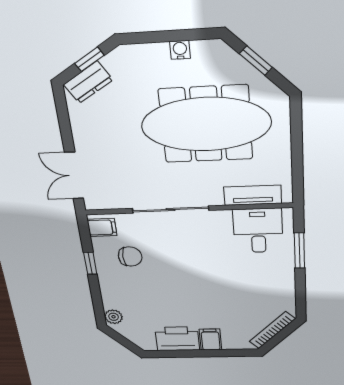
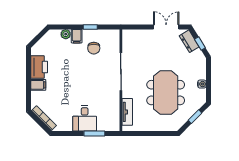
meeting table: (206, 124) -> (166, 93), width x0.73
double door: (74, 176) -> (166, 27), moved
filing cabinet: (102, 227) -> (77, 36), moved
desk: (258, 231) -> (85, 118), moved, turned 90
plant: (114, 317) -> (66, 34), moved

